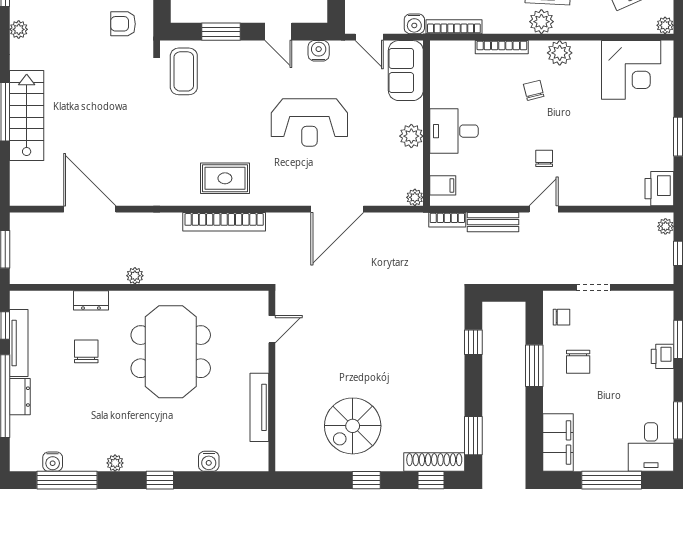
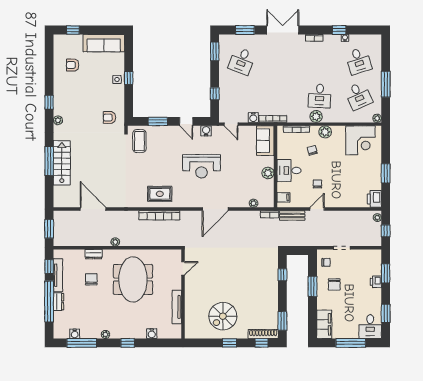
sofa: (406, 71) -> (265, 141), moved
wall: (427, 123) -> (275, 167), moved
desk: (454, 131) -> (289, 171), moved
plant: (411, 136) -> (268, 173), moved
filing cabinet: (443, 185) -> (283, 197), moved

